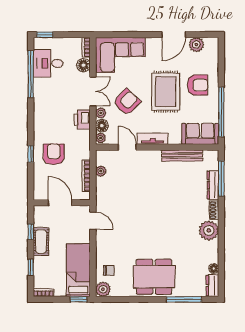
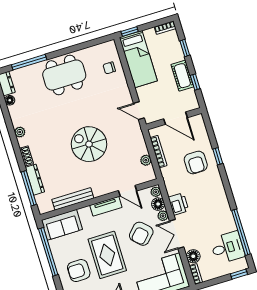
spiral stairs: (151, 203) -> (89, 144), added
plant: (209, 230) -> (20, 132), width x0.53, depth x0.53
plant: (103, 289) -> (109, 48), removed

